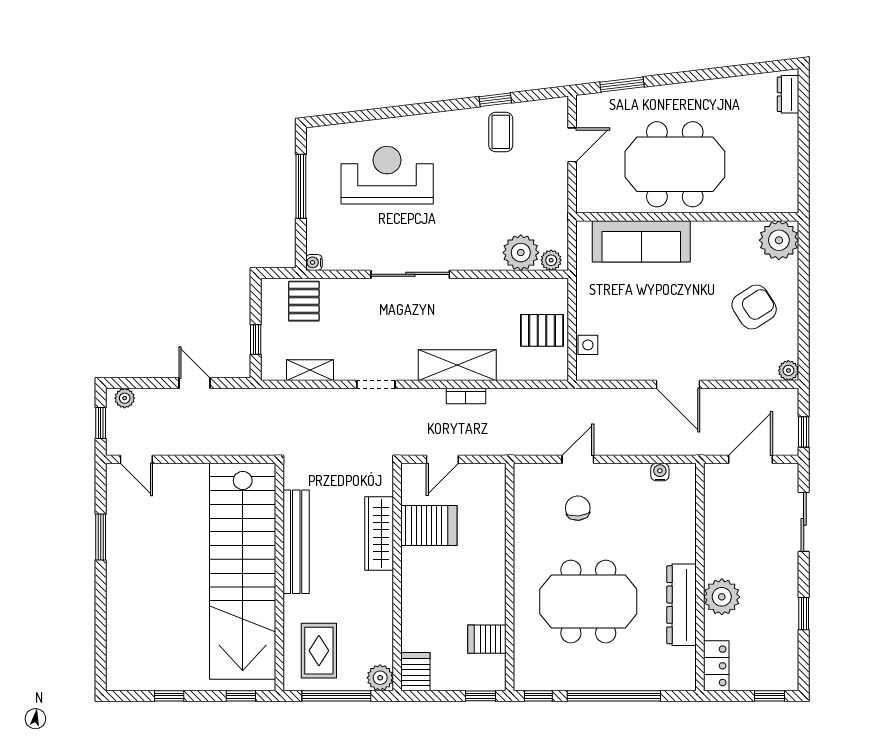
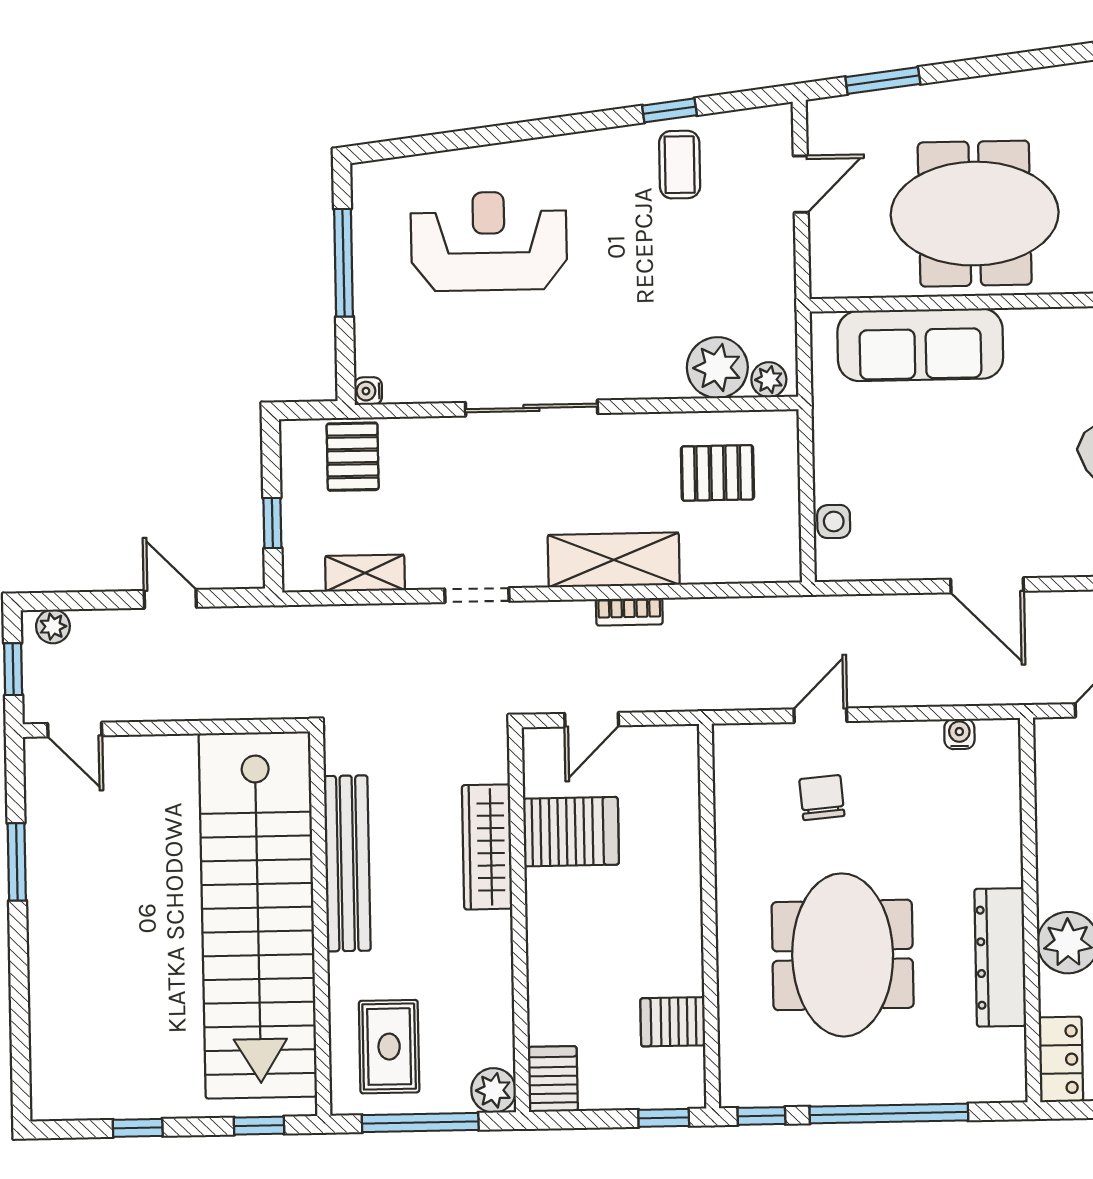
pallet: (542, 330) -> (717, 473), moved
meeting table: (588, 602) -> (843, 955), turned 90

